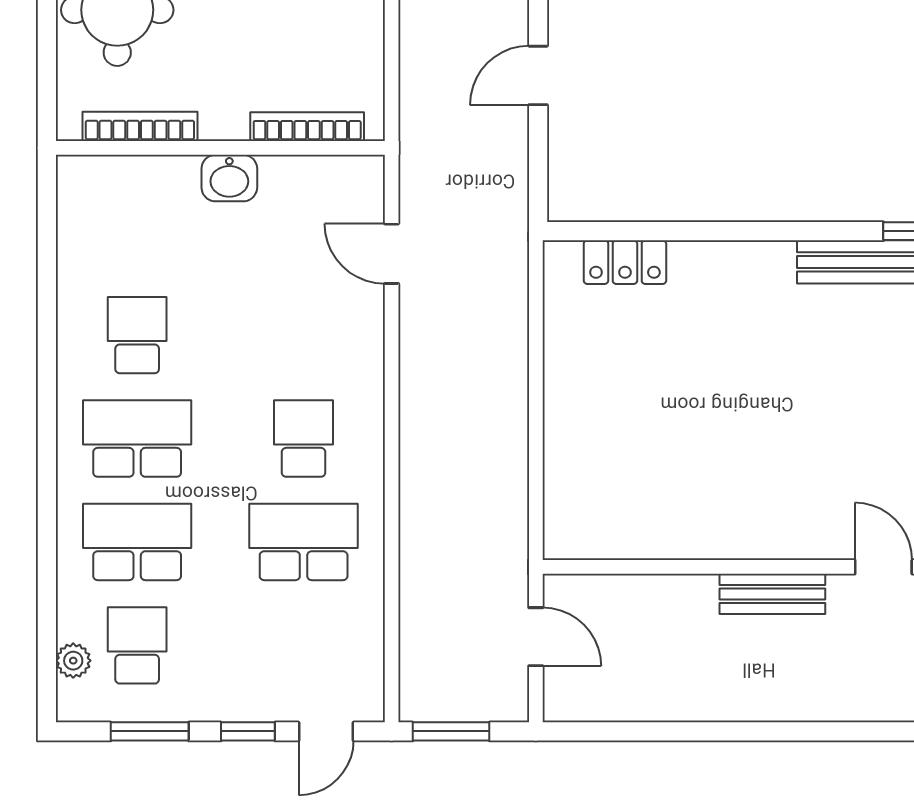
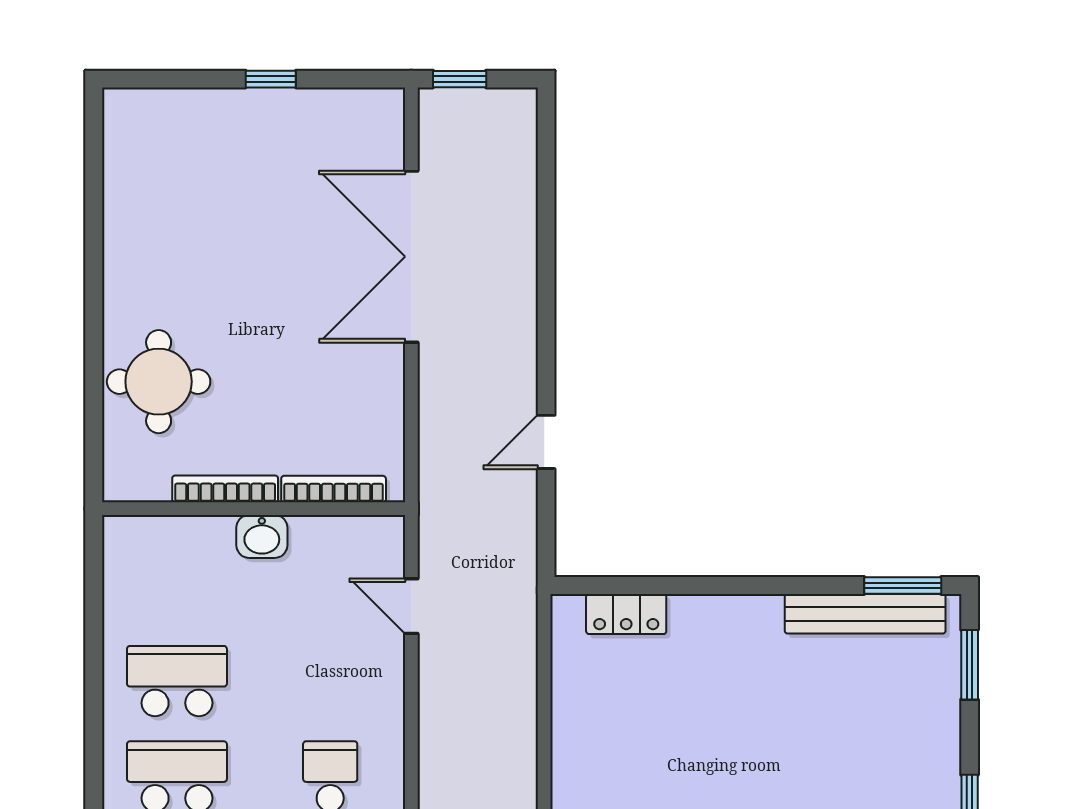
bookcase: (140, 126) -> (225, 489), moved
school desk: (137, 335) -> (177, 681), width x1.85

